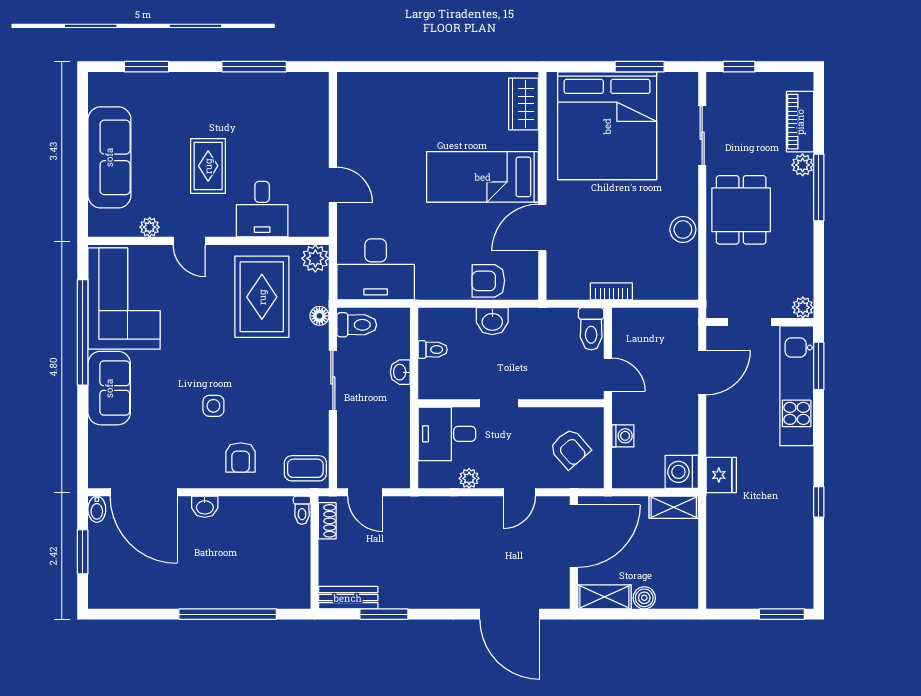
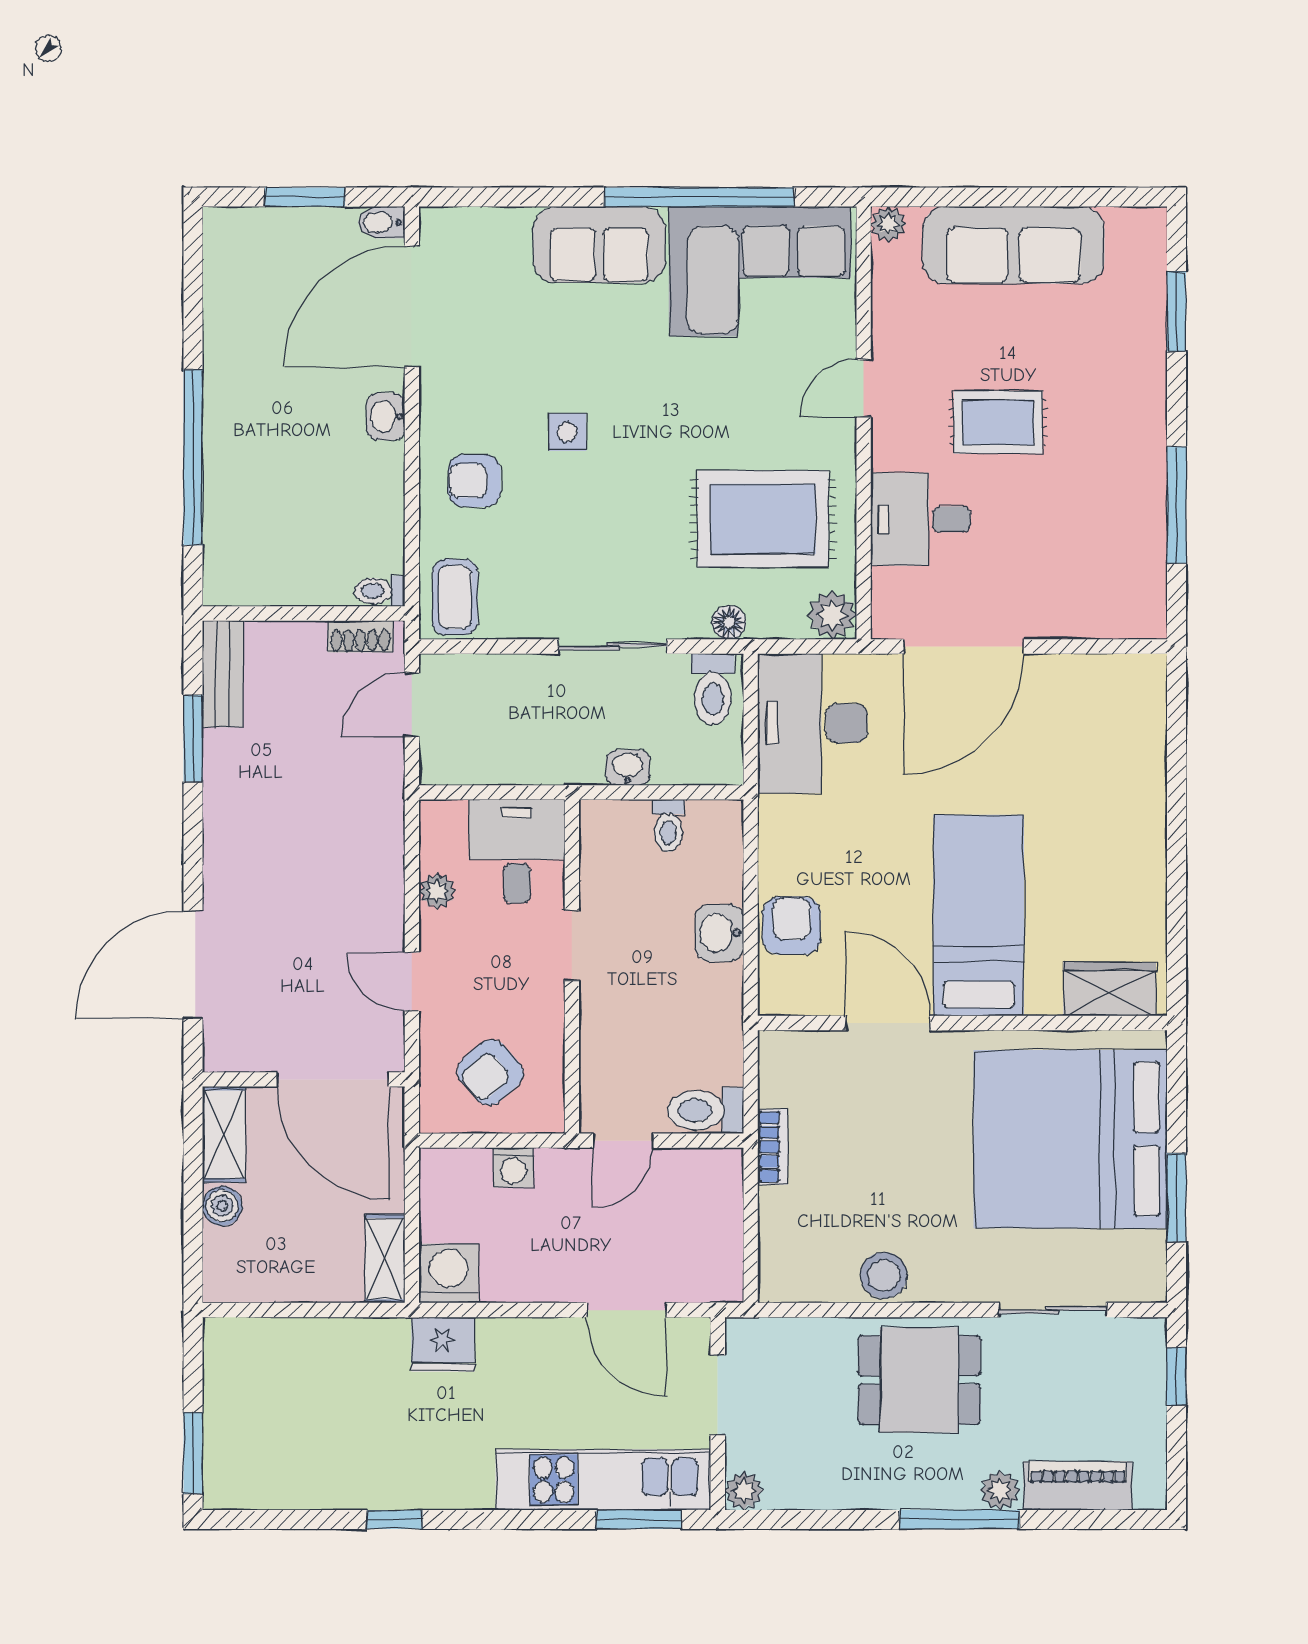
door: (333, 185) -> (964, 646), width x1.87
plant: (150, 227) -> (888, 224), moved

